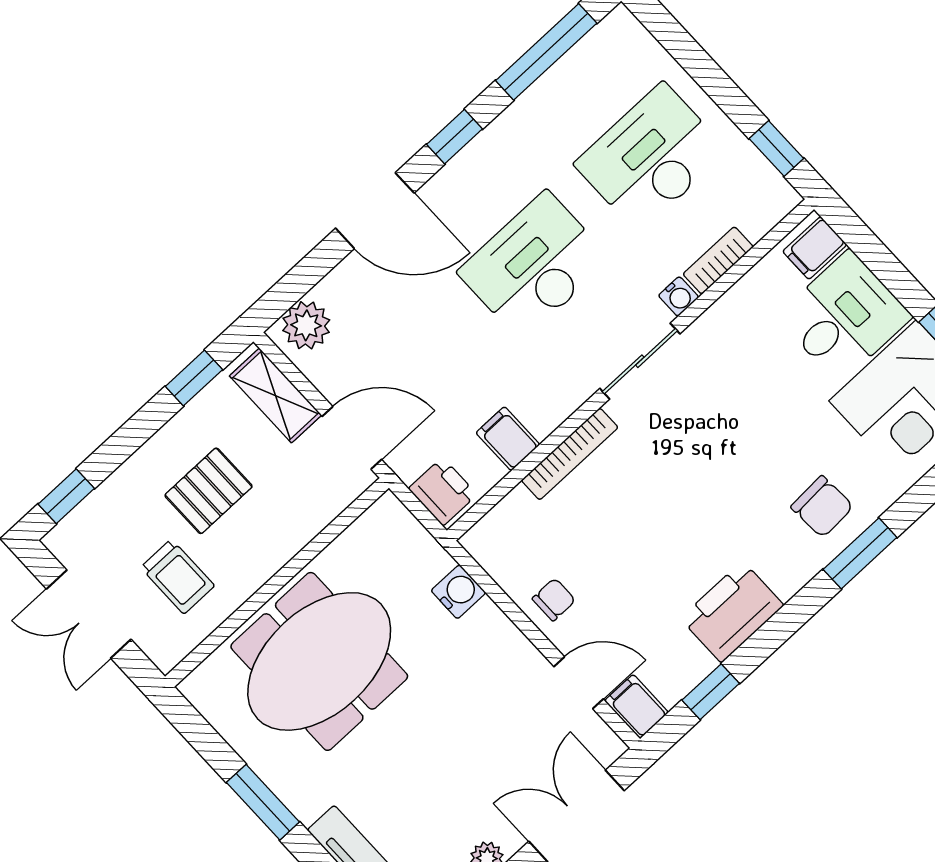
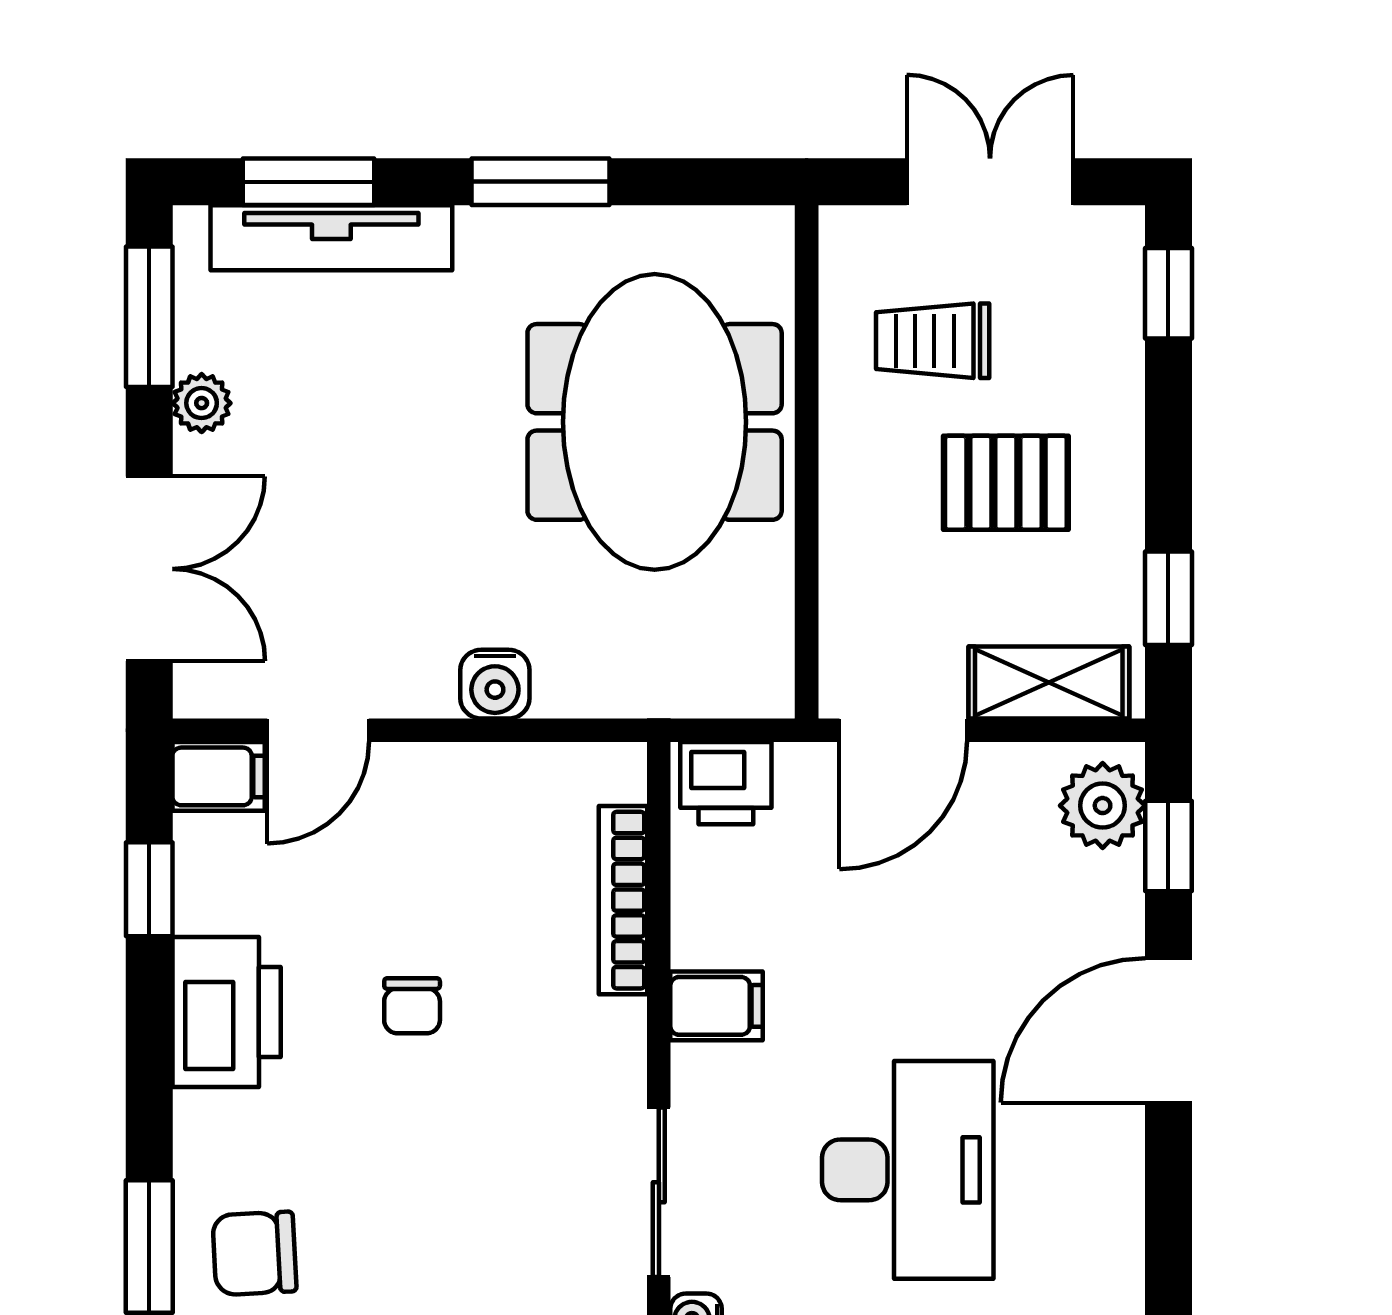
window: (455, 137) -> (1168, 846), moved
filing cabinet: (508, 439) -> (717, 1006), moved
bookcase: (570, 454) -> (623, 900), moved
pallet: (209, 491) -> (1006, 483), turned 90
water cooler: (458, 592) -> (495, 684), moved
chair: (554, 599) -> (412, 1006), moved

